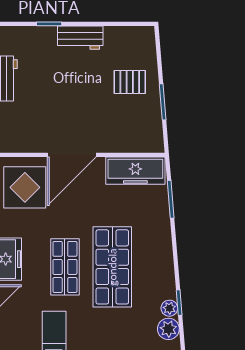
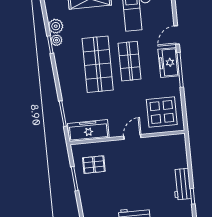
pallet: (130, 82) -> (94, 165), moved
door: (72, 155) -> (132, 137), width x0.53

